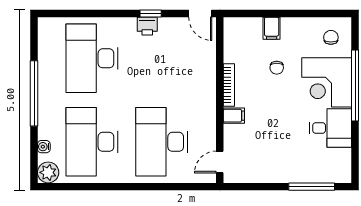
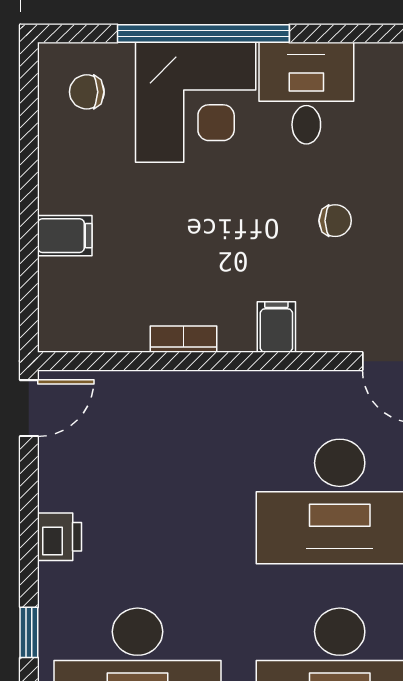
window: (151, 13) -> (29, 632), moved
chair: (277, 68) -> (335, 221), moved
bookcase: (229, 85) -> (183, 339), width x0.64

